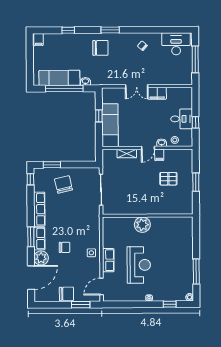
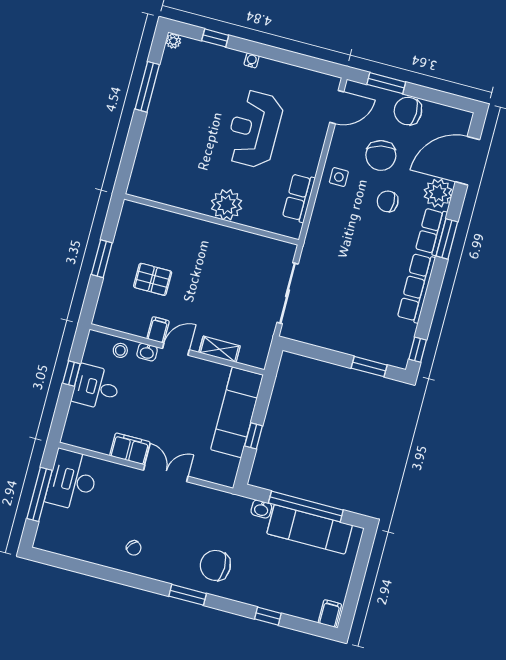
desk: (176, 44) -> (72, 480), moved, turned 90
chair: (64, 184) -> (381, 155), moved
row of seats: (108, 260) -> (299, 198), moved

